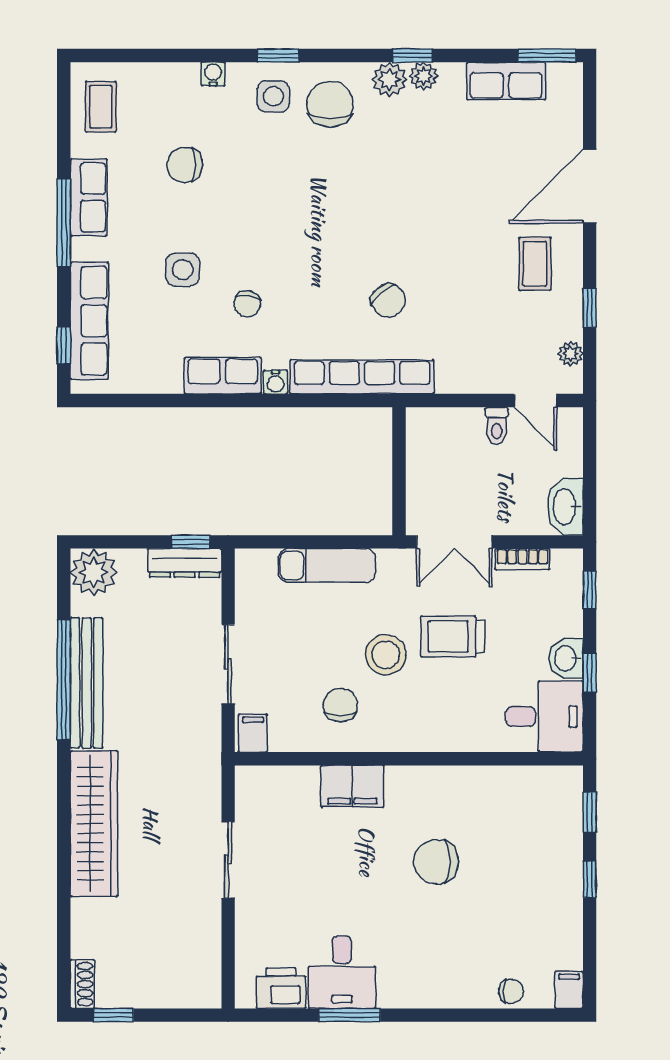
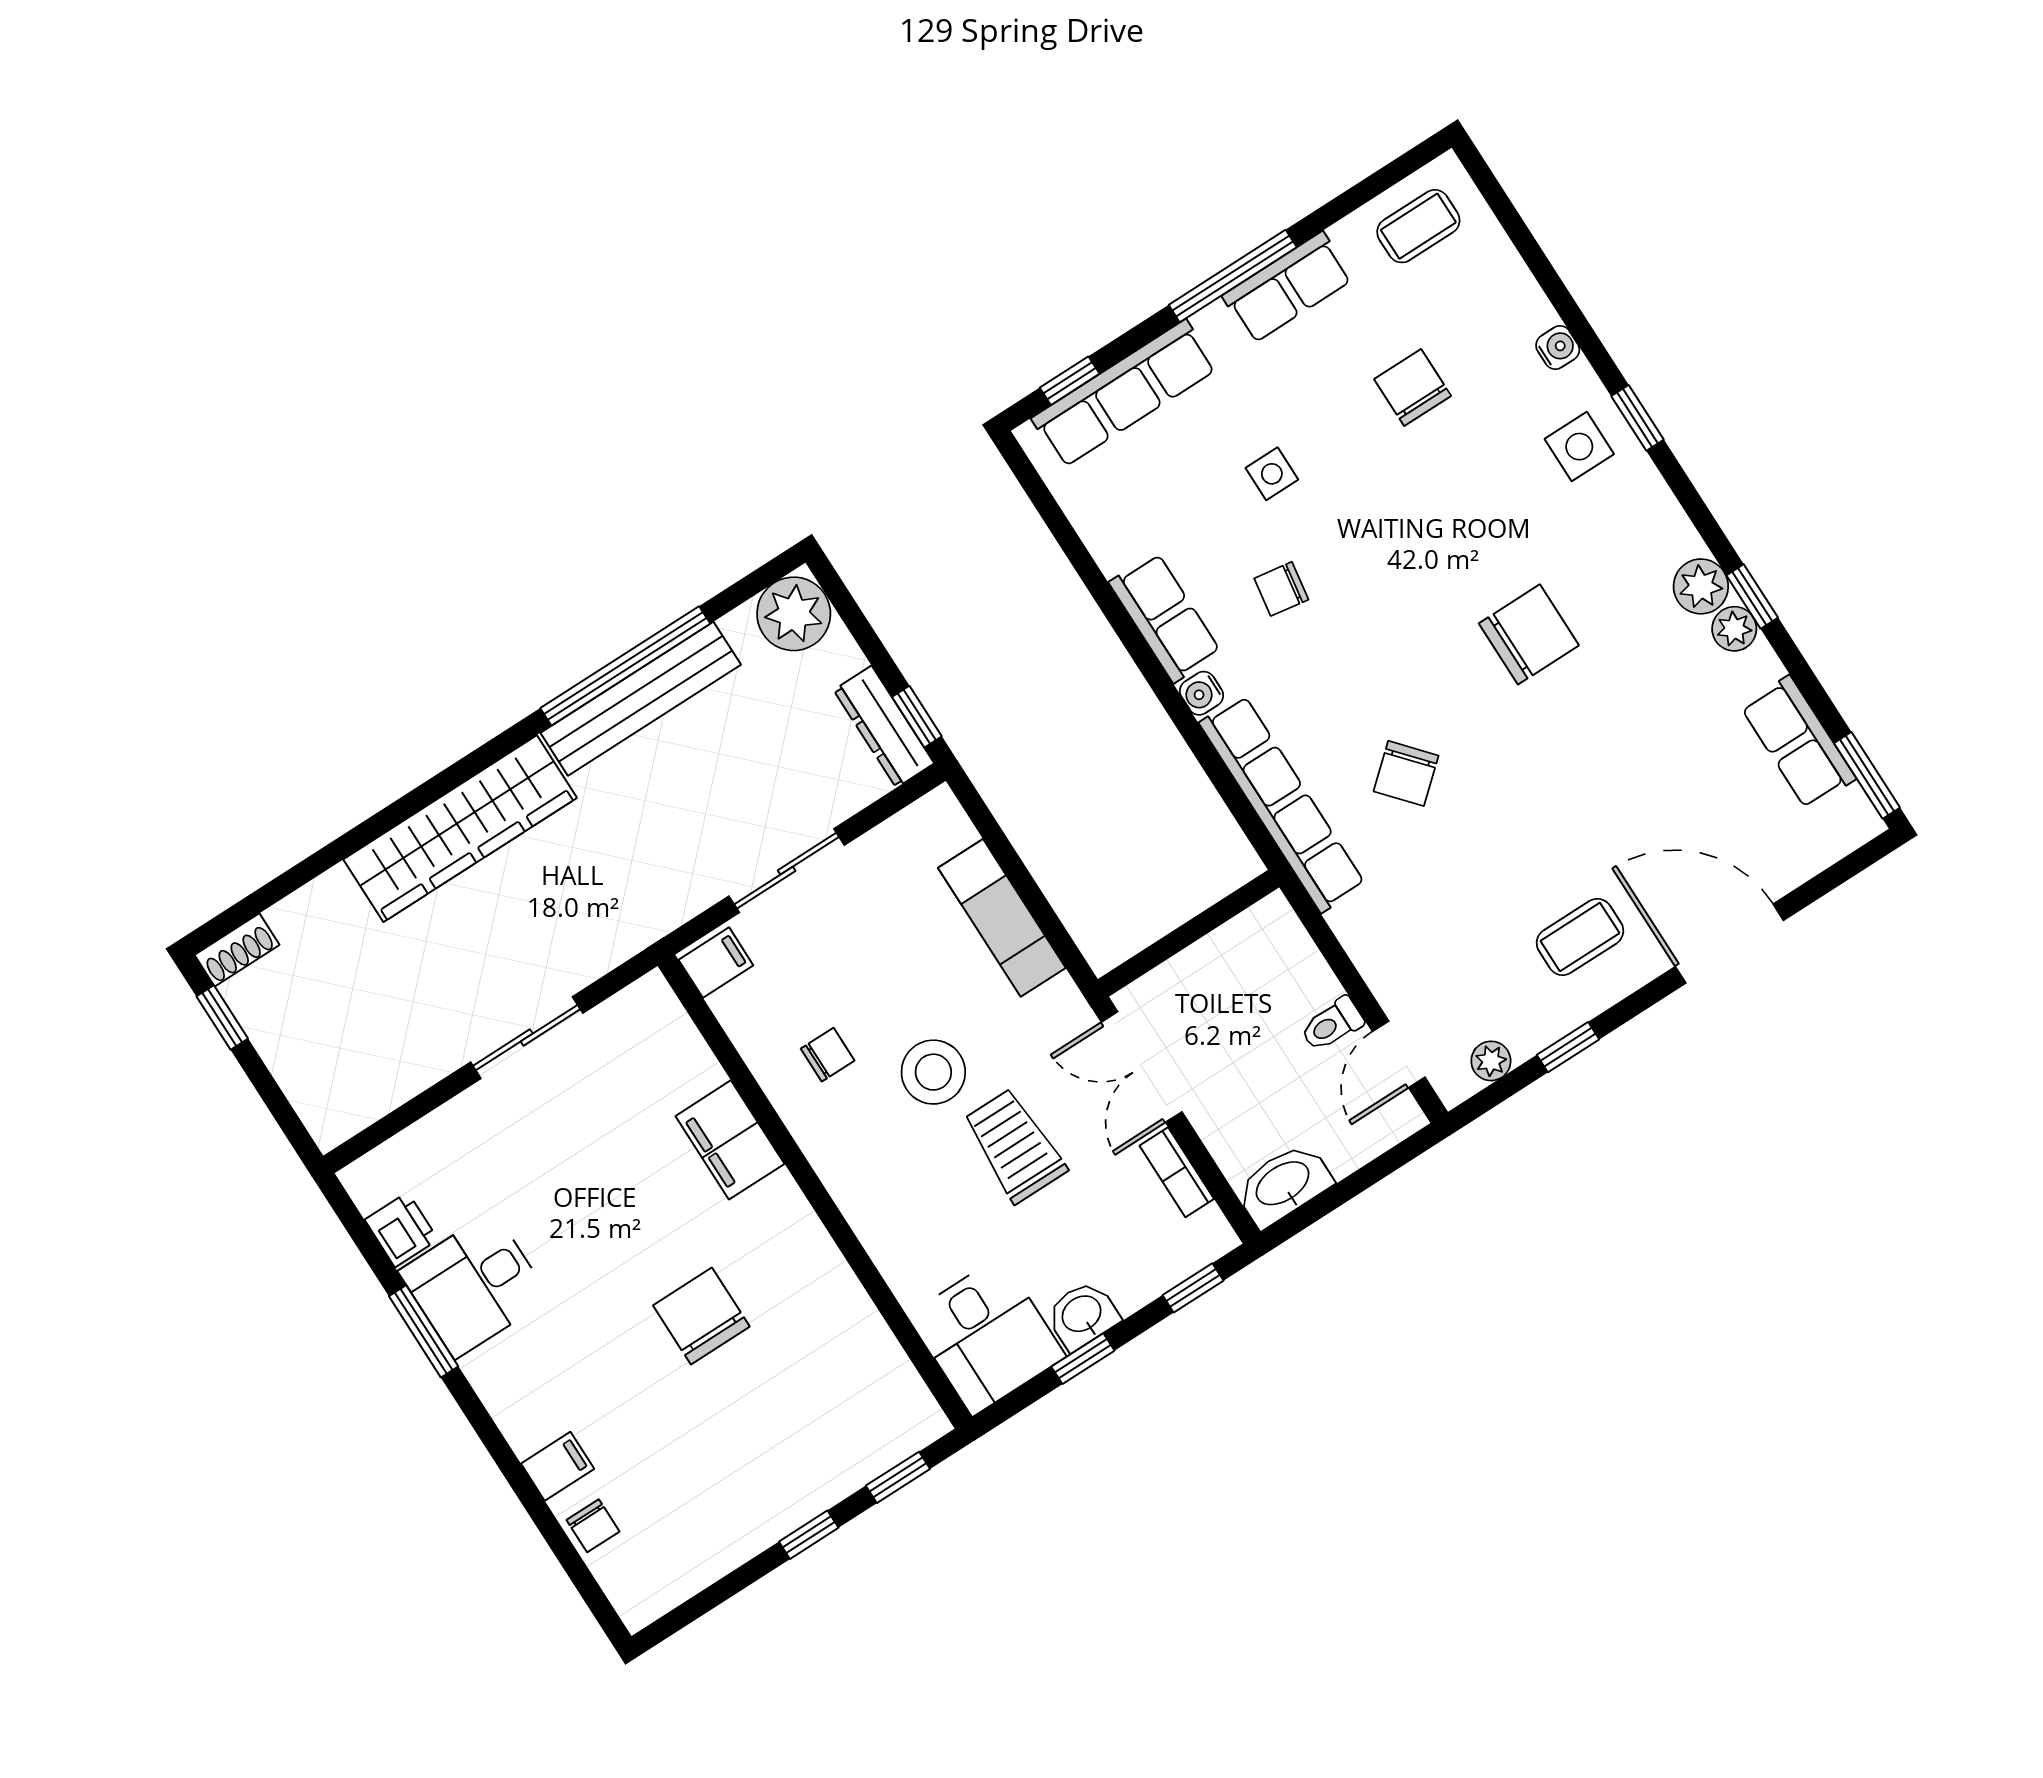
chair: (330, 104) -> (1529, 634), moved
side table: (183, 270) -> (1272, 474), width x0.73, depth x0.73
chair: (340, 705) -> (828, 1055), width x0.73, depth x0.73
printer: (281, 988) -> (401, 1230), width x0.73, depth x0.81
filing cabinet: (569, 990) -> (558, 1466), moved

